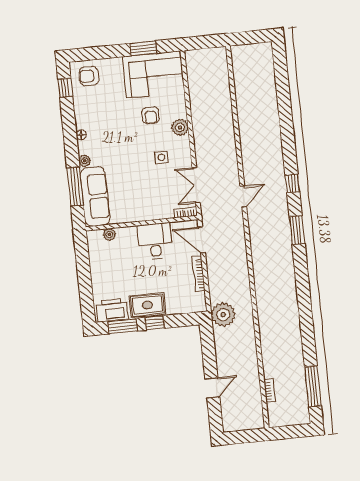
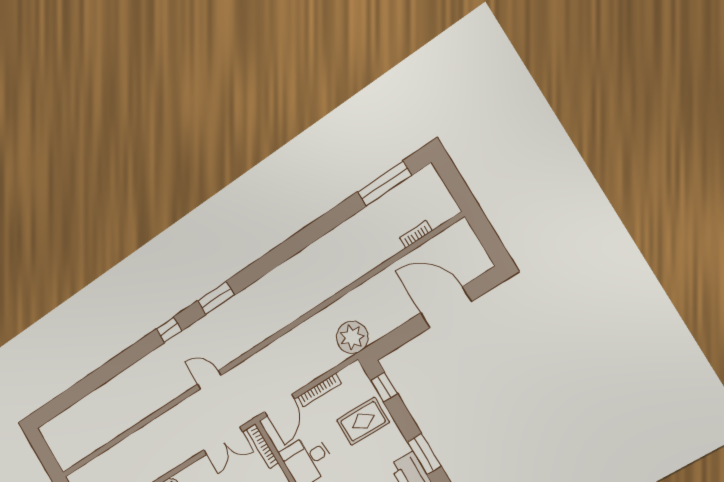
bookcase: (186, 212) -> (262, 446), width x1.56
rug: (147, 305) -> (363, 421), moved, turned 90
window: (155, 323) -> (384, 387), moved
door: (212, 388) -> (446, 307), width x1.88

